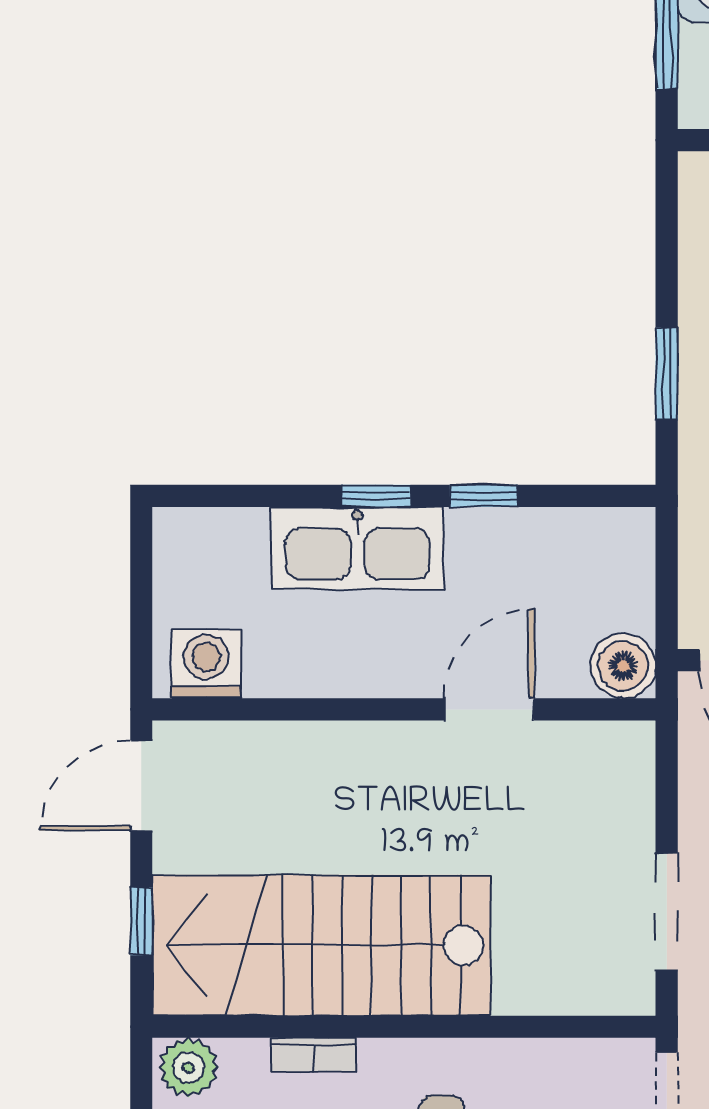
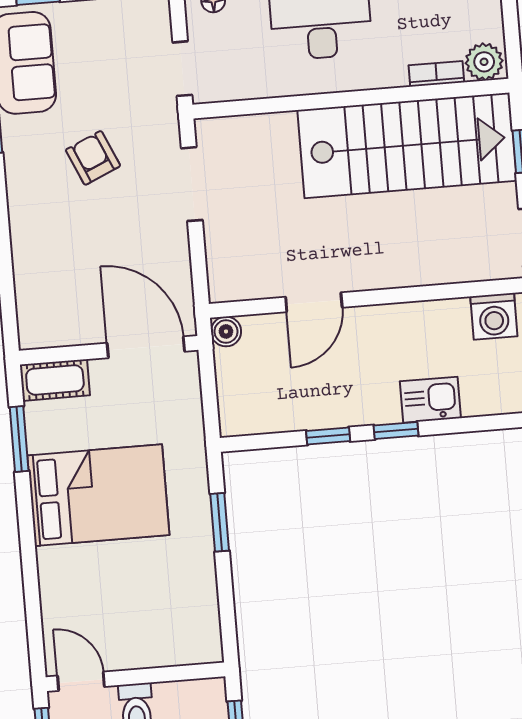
kitchen sink: (358, 548) -> (430, 400), width x0.53, depth x0.81
boiler: (623, 666) -> (226, 331), width x0.73, depth x0.73
bookcase: (314, 1055) -> (436, 74), moved

